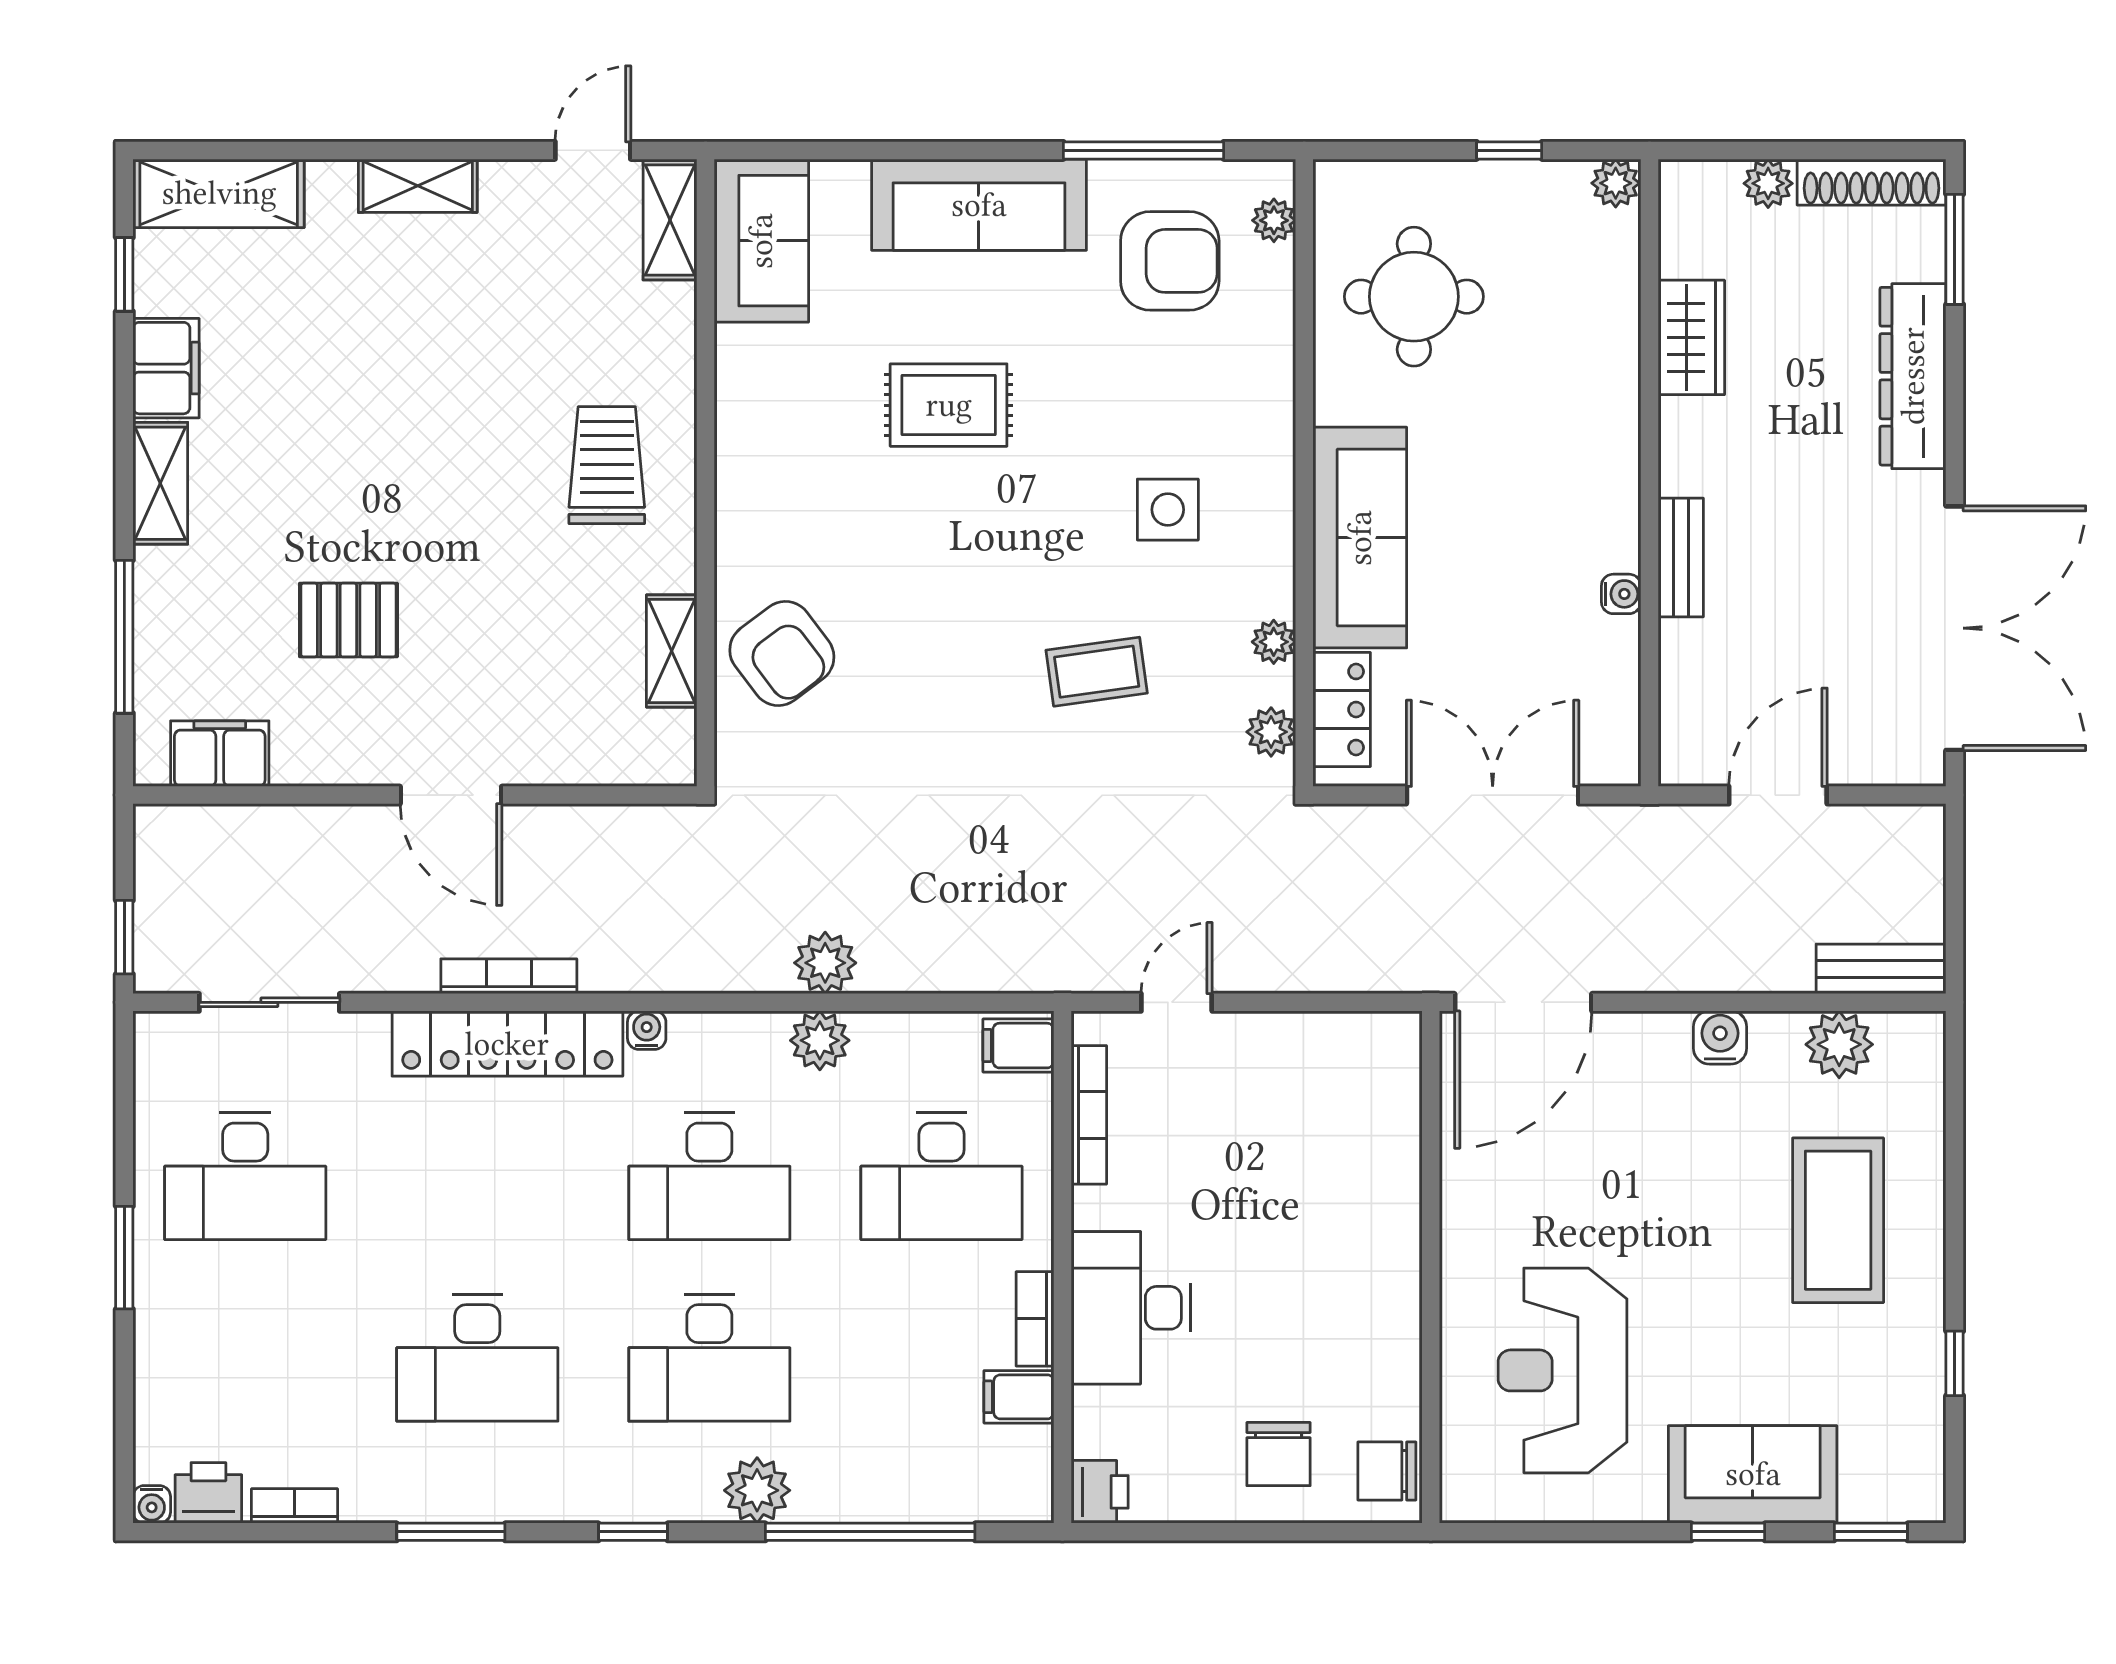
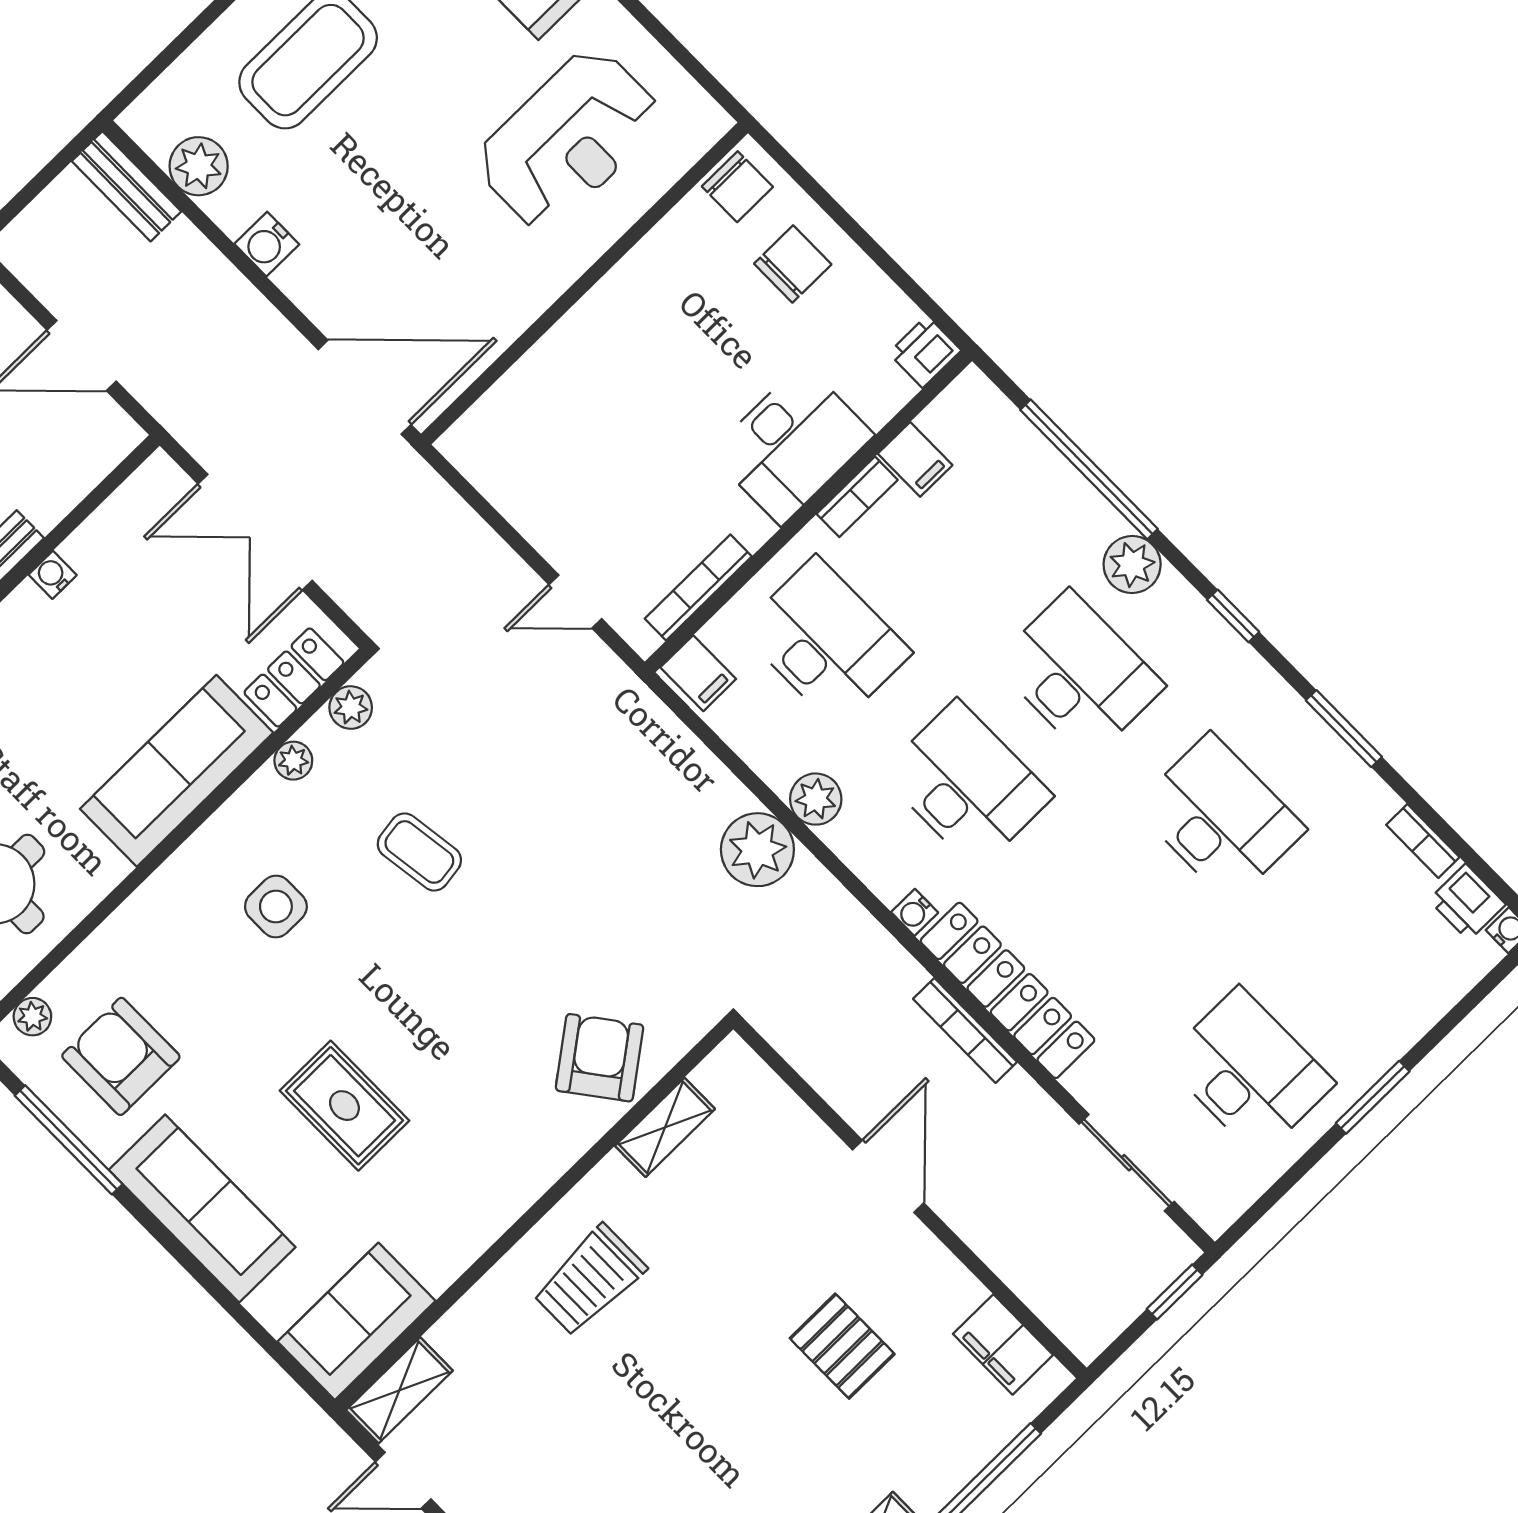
plant: (825, 963) -> (757, 850), width x1.36, depth x1.36

